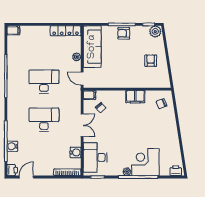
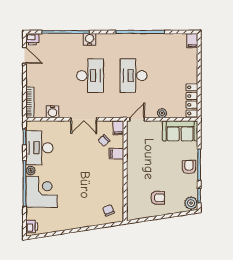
sofa: (92, 47) -> (180, 131), width x0.73
desk: (44, 82) -> (134, 76), turned 180
filing cabinet: (135, 97) -> (116, 154), moved, width x0.50
water cooler: (12, 146) -> (90, 39), moved
desk: (95, 157) -> (39, 148), moved, turned -90

